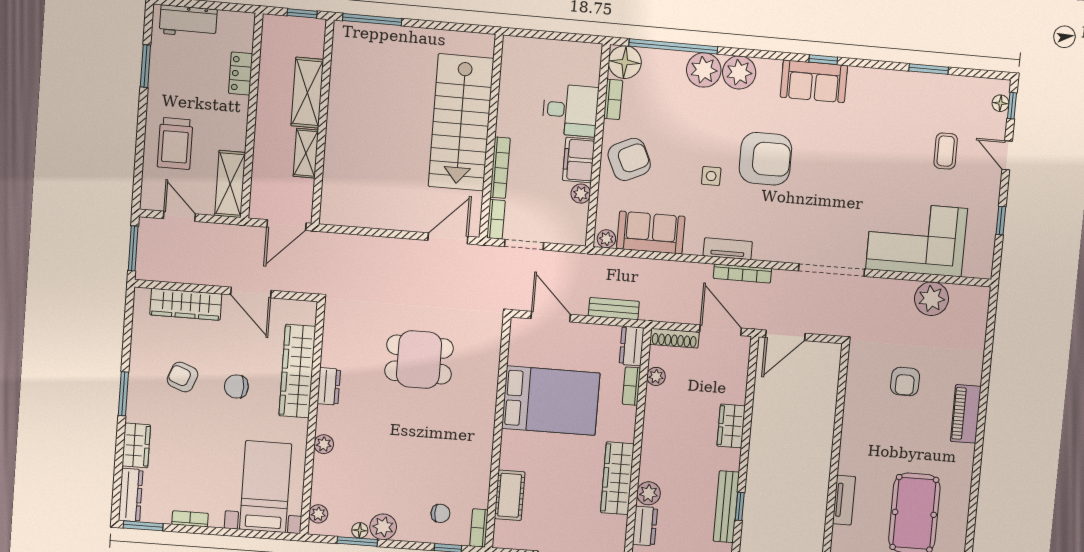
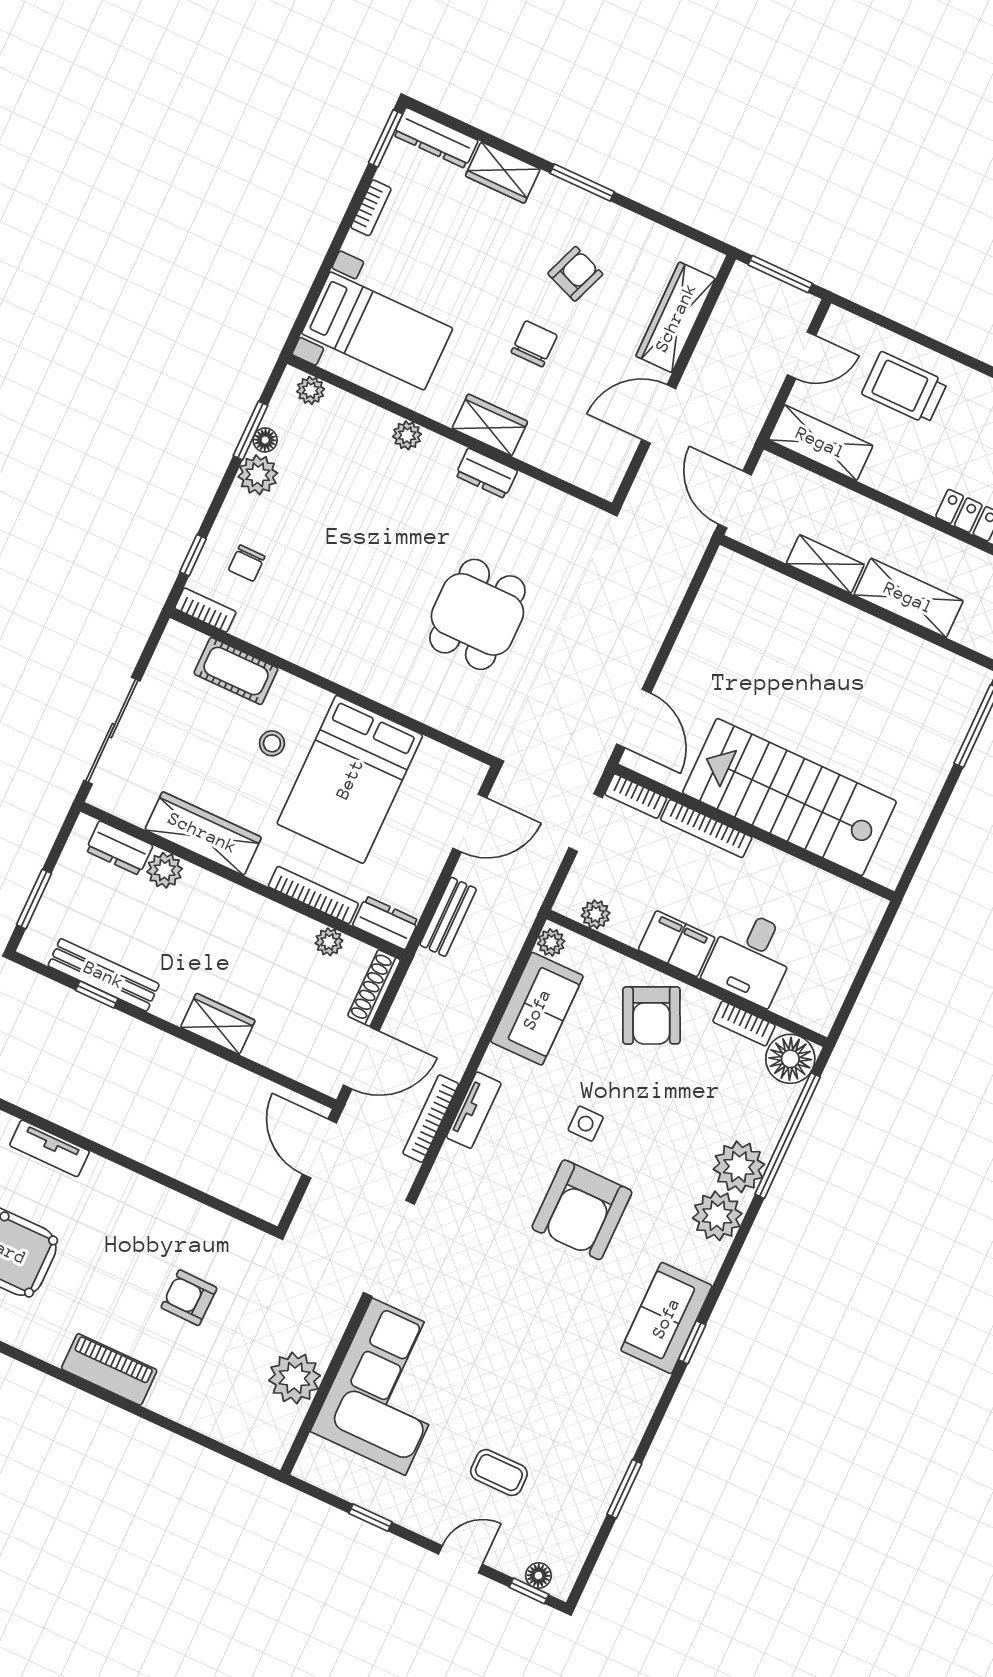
plant: (581, 194) -> (596, 914), moved
wardrobe: (297, 371) -> (490, 425), width x0.48, depth x0.85
bookcase: (631, 386) -> (313, 895), width x1.56
stool: (546, 457) -> (272, 743), added

